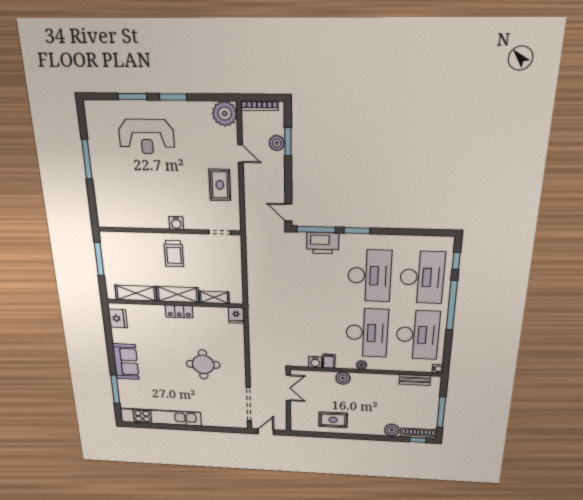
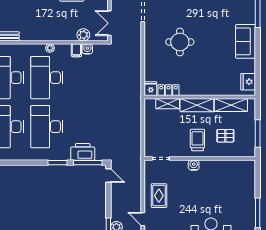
pallet: (139, 258) -> (225, 136), added
locker: (179, 311) -> (169, 90), moved
plant: (343, 378) -> (83, 35), moved

